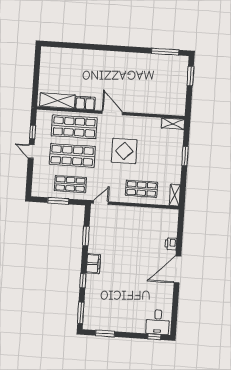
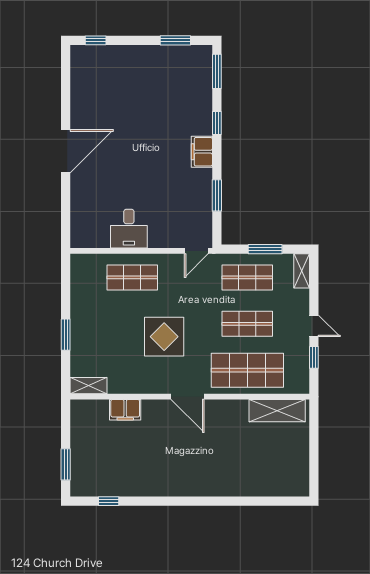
window: (165, 52) -> (109, 501), width x0.46
filing cabinet: (85, 103) -> (125, 410), moved
shop shelf: (72, 155) -> (247, 324), width x0.70, depth x0.74
shelving: (175, 195) -> (302, 271), moved
printer: (171, 244) -> (79, 192), removed
desk: (158, 322) -> (129, 229), moved, turned 180

